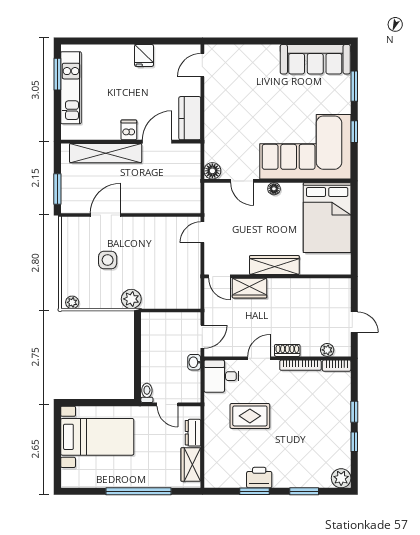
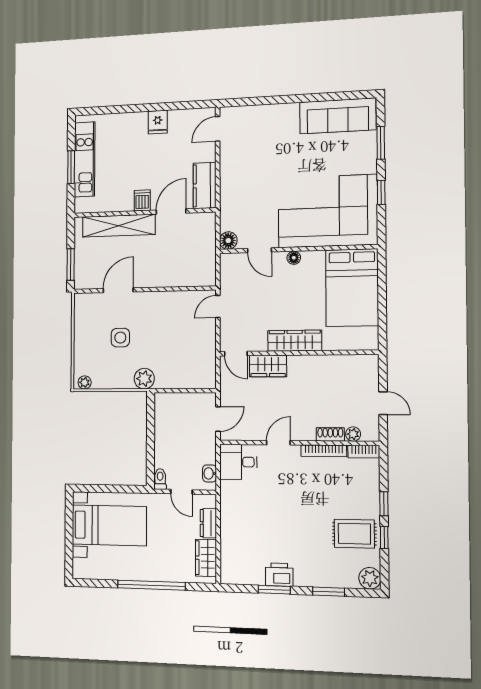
window: (57, 74) -> (71, 167), moved
shoe rack: (287, 350) -> (330, 434), moved
washbasin: (194, 362) -> (209, 473), moved
rug: (250, 416) -> (354, 534), moved

